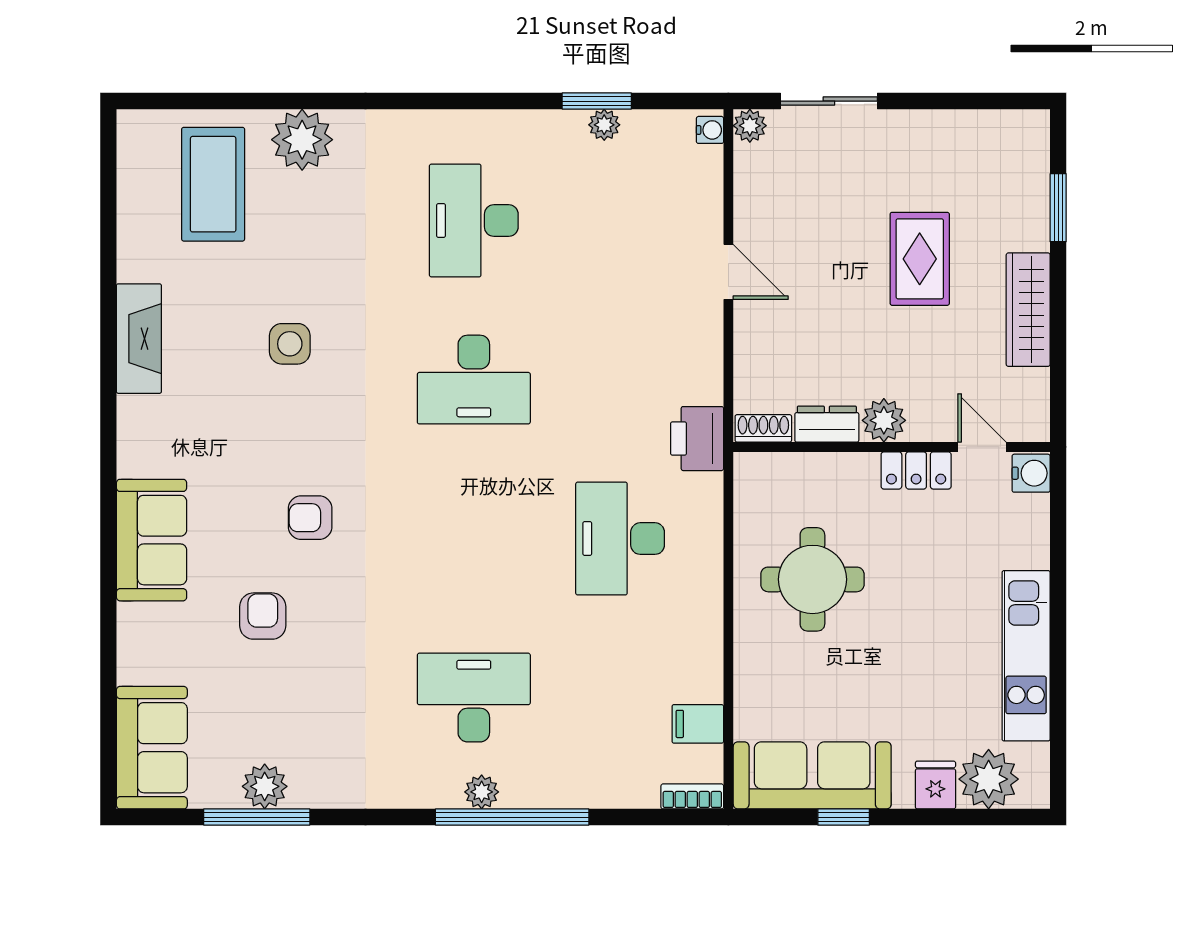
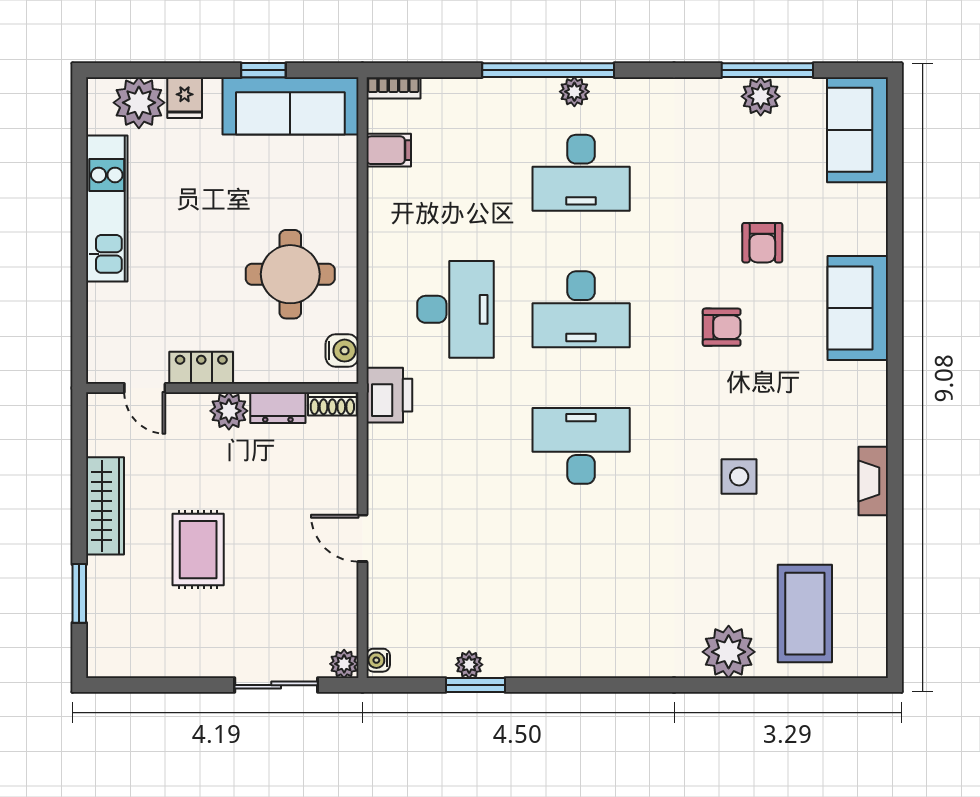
desk: (474, 221) -> (581, 309), moved, turned 90
fireplace: (139, 339) -> (873, 481), width x0.73, depth x0.76
water cooler: (1031, 473) -> (342, 351), moved, turned 180

